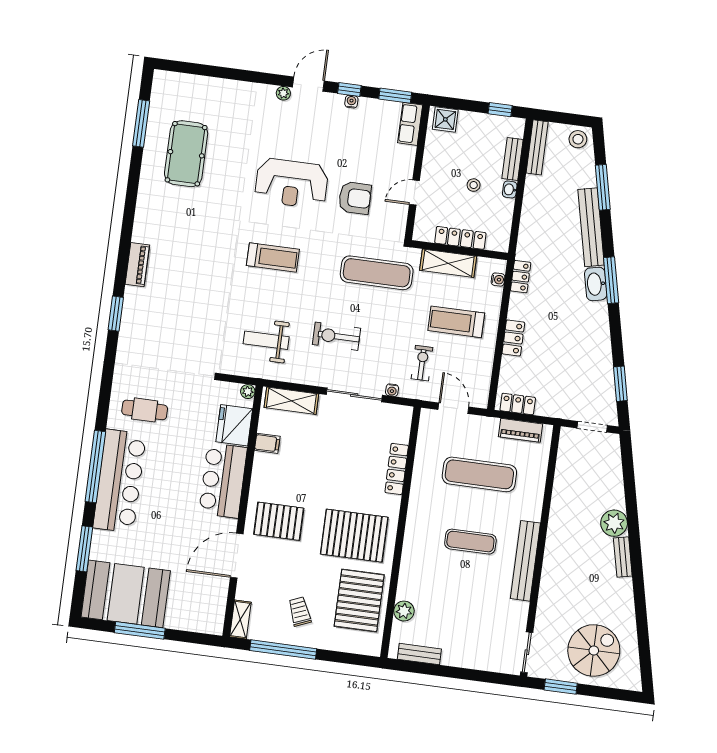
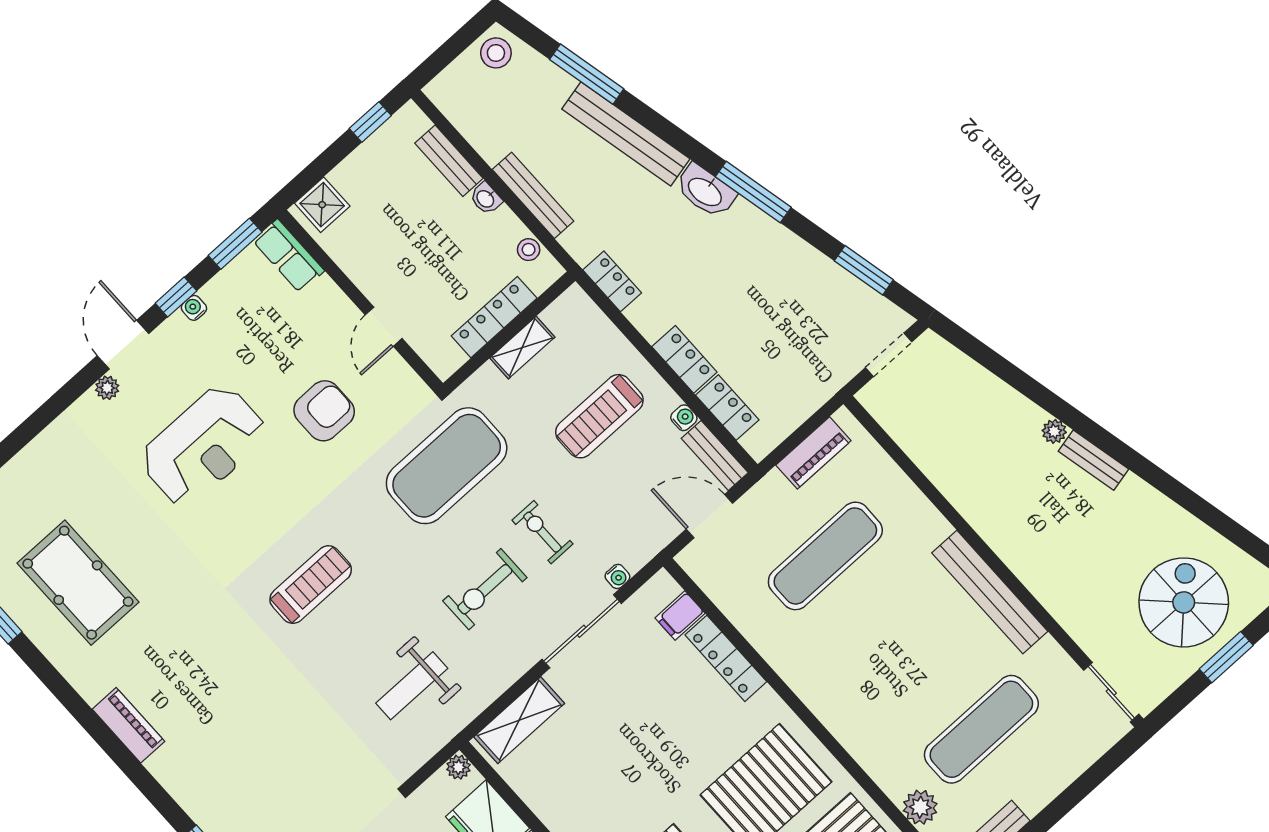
bench: (537, 147) -> (533, 195), moved
reception desk: (292, 183) -> (203, 446), moved
stool: (474, 185) -> (529, 250), moved
shelving: (448, 263) -> (522, 347), width x0.67, depth x0.75
piano: (137, 265) -> (128, 725), moved
exercise mat: (377, 273) -> (447, 466), width x1.47
water cooler: (498, 280) -> (684, 418), moved
window: (611, 280) -> (753, 192), moved
exercise bike: (422, 363) -> (542, 532), moved
bench: (482, 388) -> (715, 456), added
locker: (518, 404) -> (727, 407), moved, turned 90
filing cabinet: (267, 443) -> (680, 616), moved, turned 180
plant: (614, 523) -> (1054, 431), width x0.53, depth x0.53
exercise mat: (470, 542) -> (981, 729), moved, width x1.36, depth x1.45
window: (561, 687) -> (1226, 657), moved

